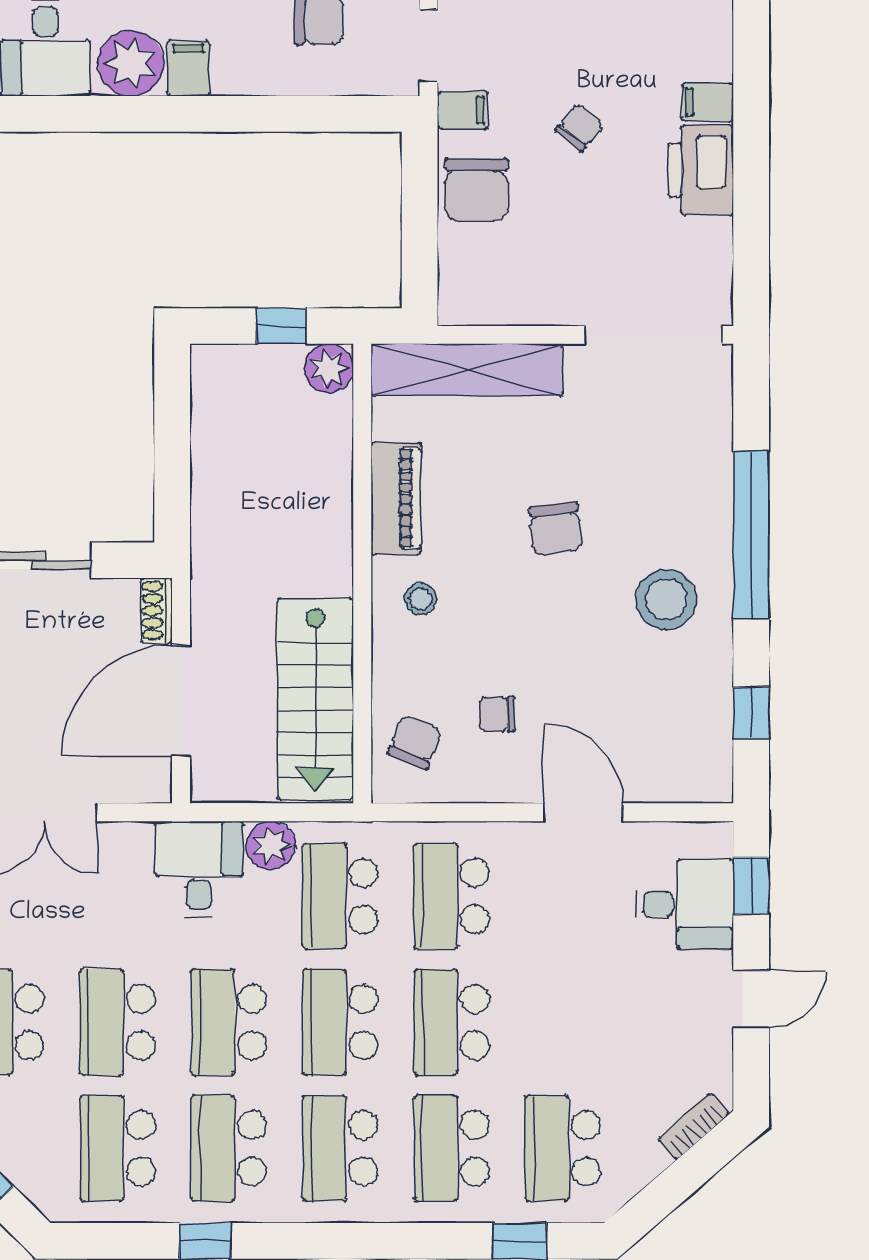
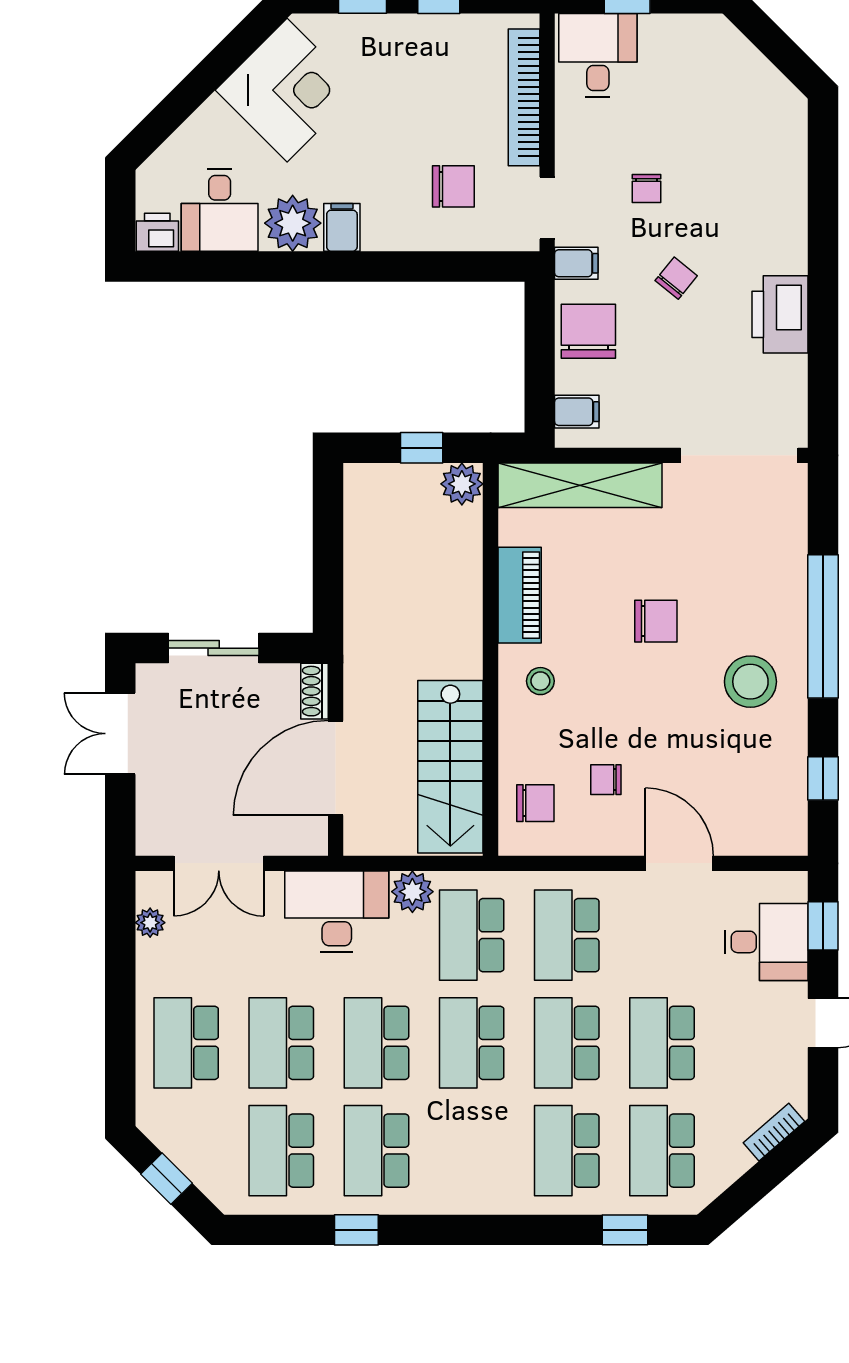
chair: (545, 23) -> (647, 189), added
filing cabinet: (708, 102) -> (577, 412), moved, turned 180
chair: (477, 190) -> (588, 331), turned 180
chair: (556, 529) -> (656, 621), turned -84
chair: (415, 742) -> (535, 803), turned 68
desk: (199, 869) -> (337, 912), width x1.37
school desk: (340, 1148) -> (662, 1043), moved

